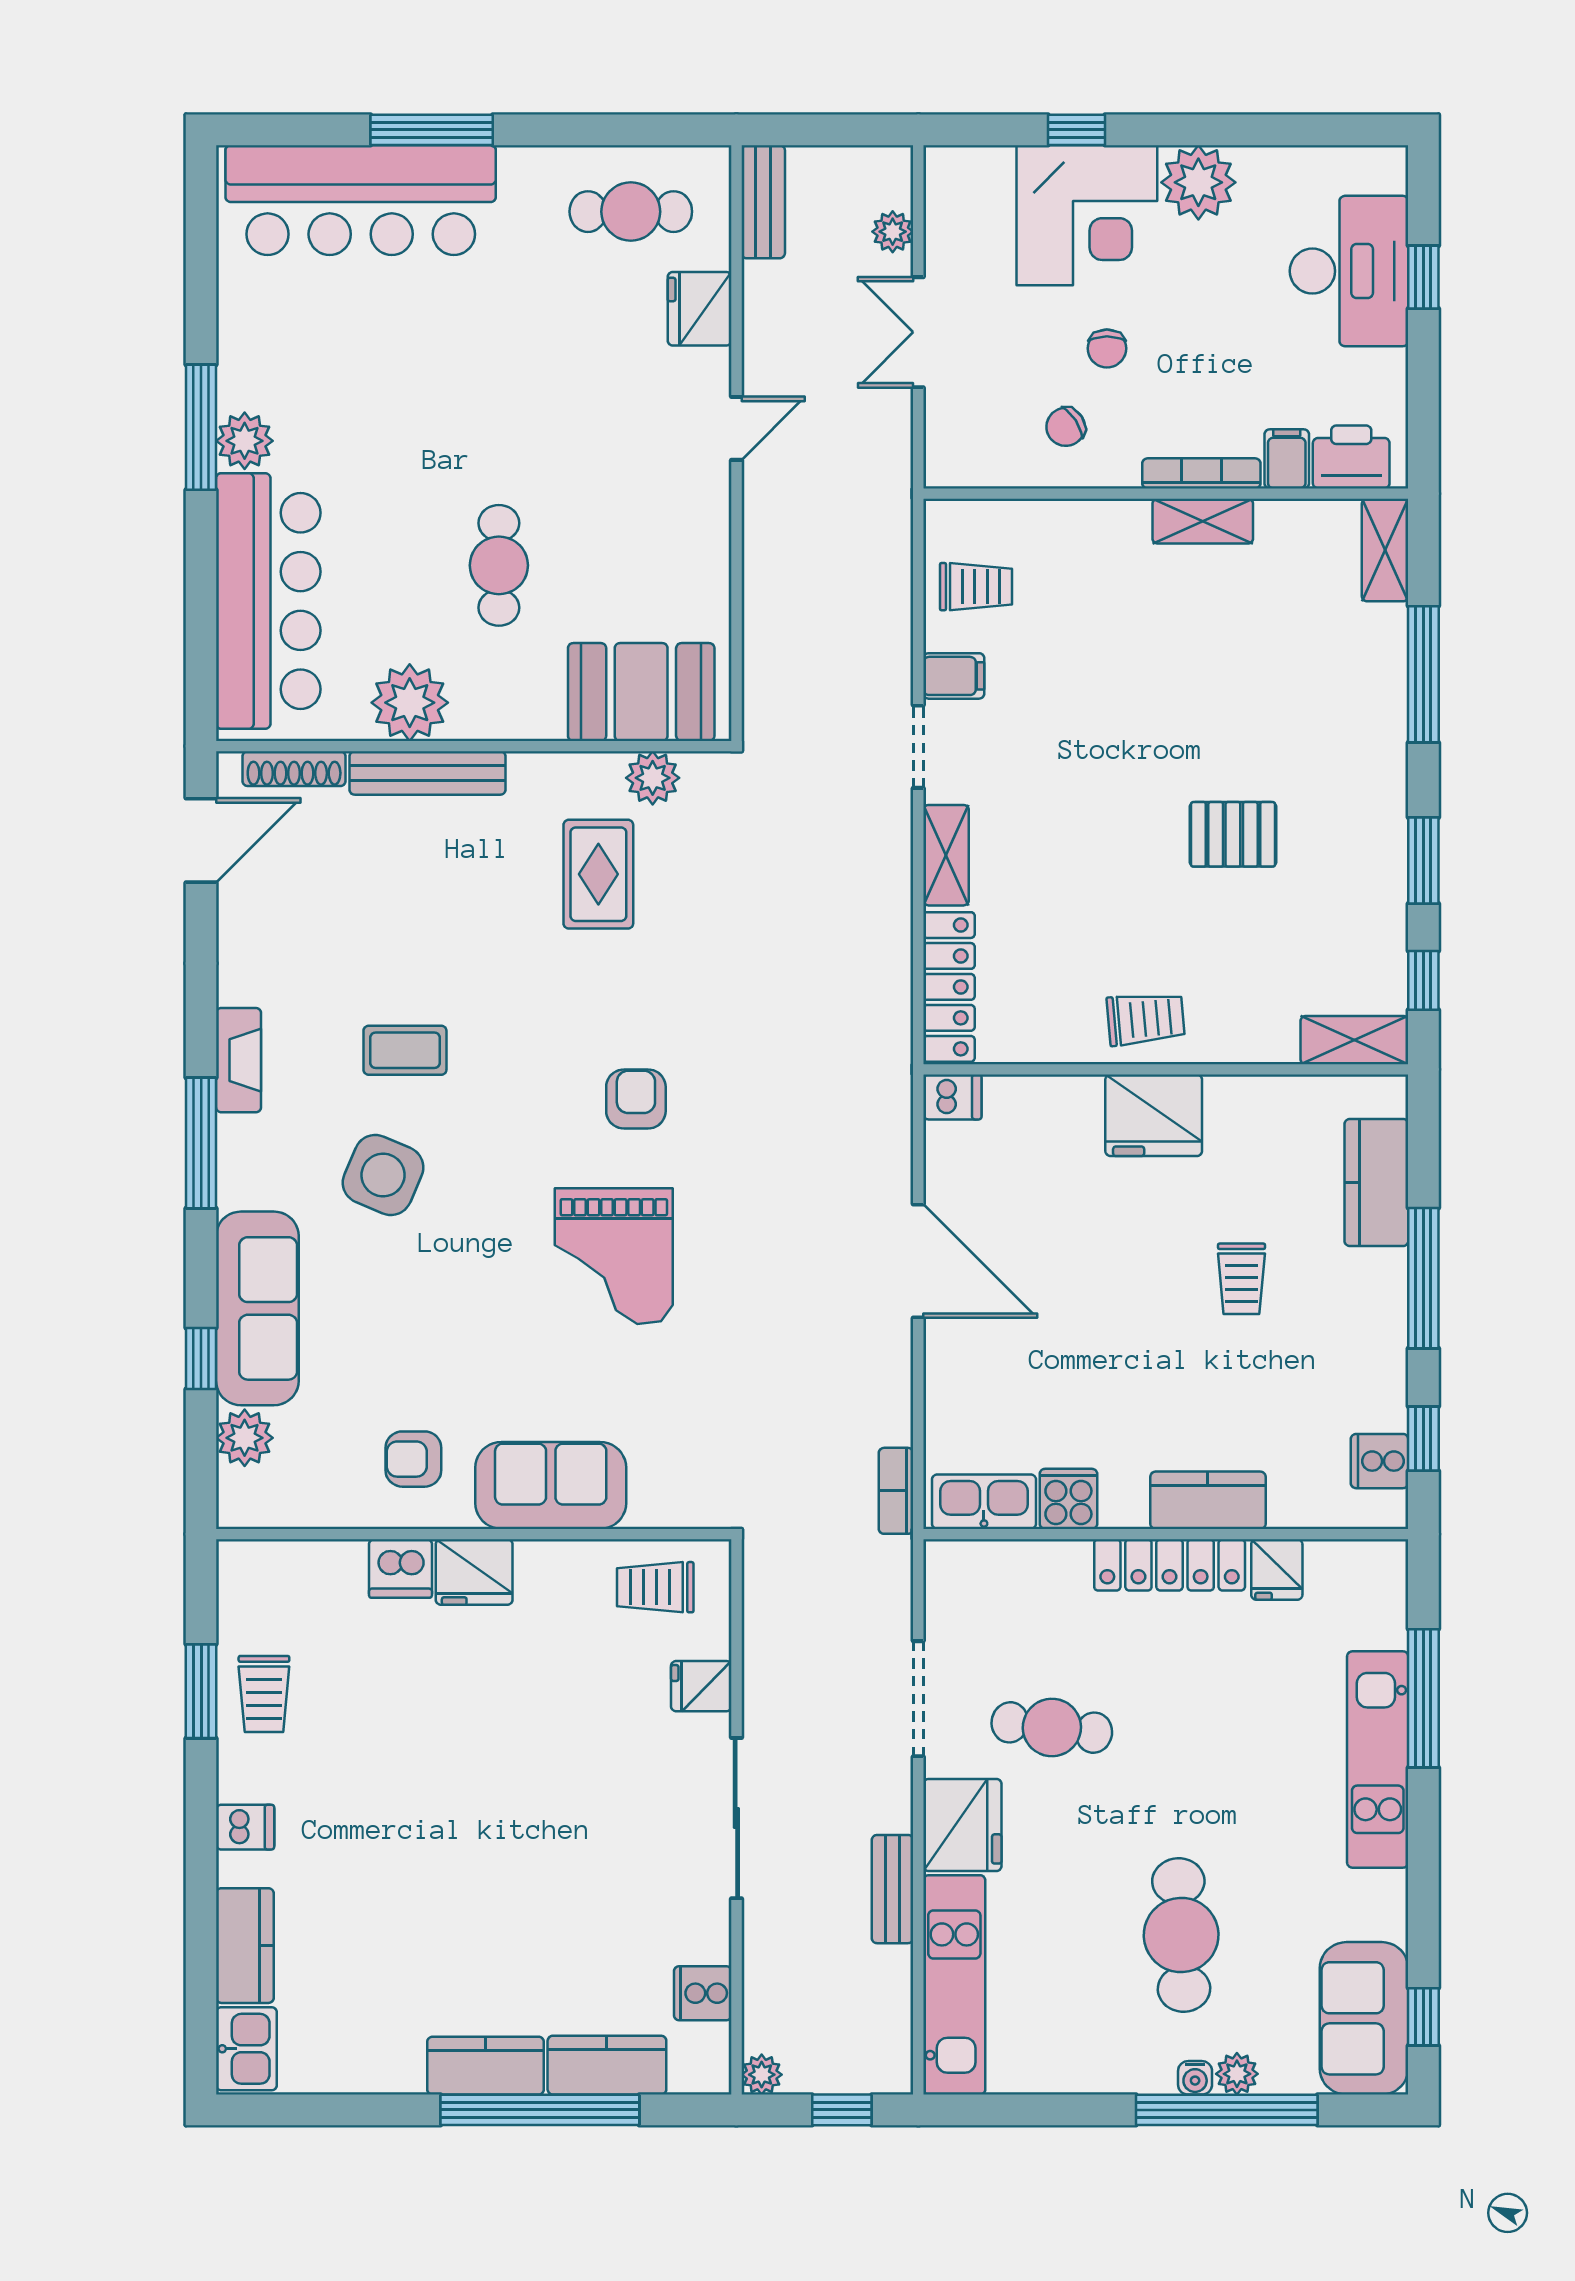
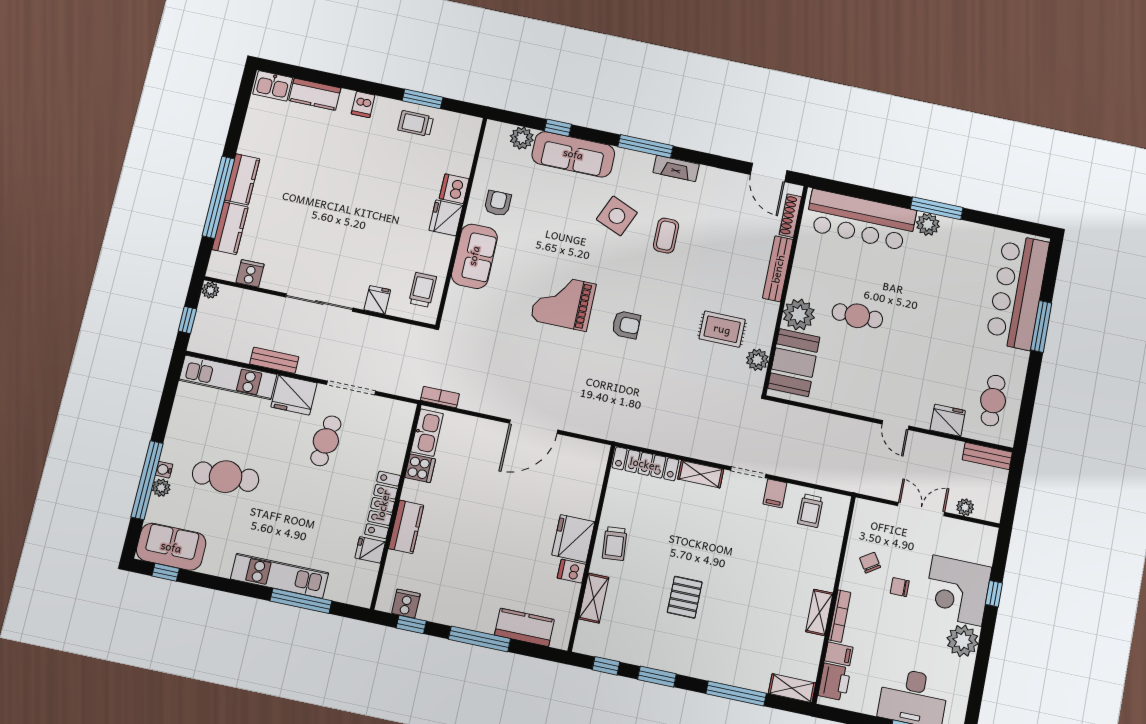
plant: (410, 703) -> (799, 315), moved
shelving: (1354, 1040) -> (594, 598), moved
dishwasher: (952, 1097) -> (572, 571), moved, turned 90
trolley: (1241, 1279) -> (496, 561), removed

